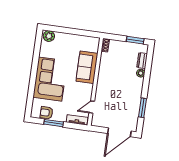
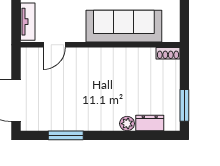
sofa: (87, 67) -> (124, 26), width x1.36
door: (92, 107) -> (54, 45), swing flipped

